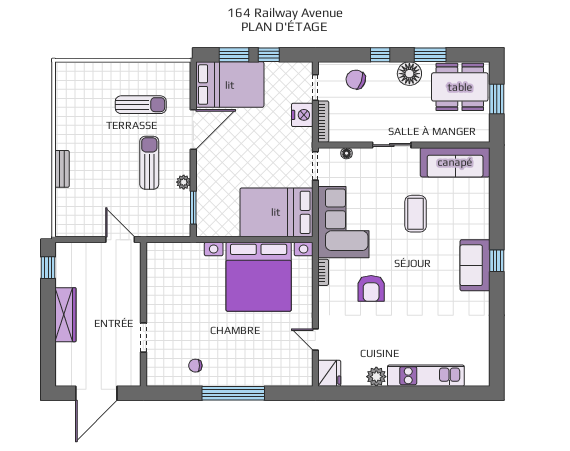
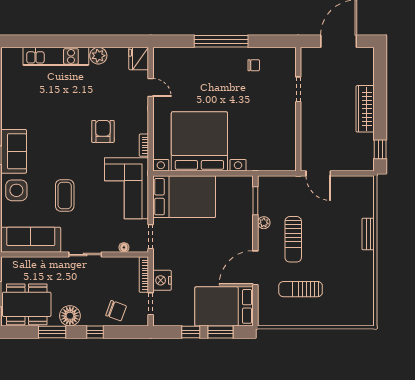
side table: (472, 220) -> (16, 190), added

